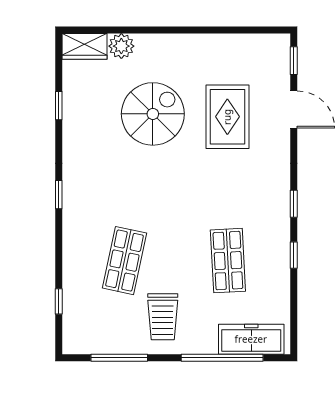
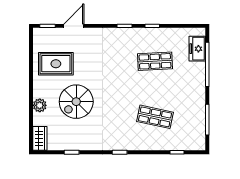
plant: (121, 46) -> (40, 105), moved
spiral stairs: (153, 114) -> (76, 102), turned -90
rug: (227, 117) -> (56, 64), moved
trolley: (163, 317) -> (185, 96), removed
freezer: (251, 339) -> (197, 49), width x0.71

